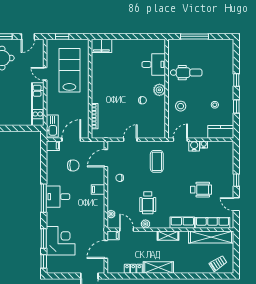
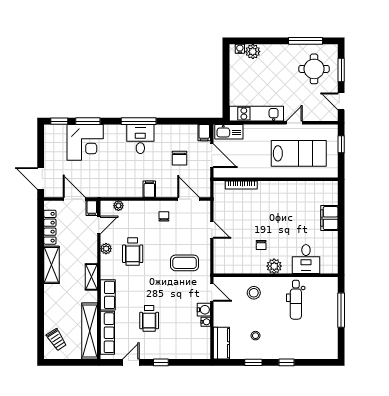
filing cabinet: (101, 46) -> (329, 218), moved
wheelchair: (148, 203) -> (133, 252), turned -90
locker: (133, 269) -> (50, 227), width x1.53

